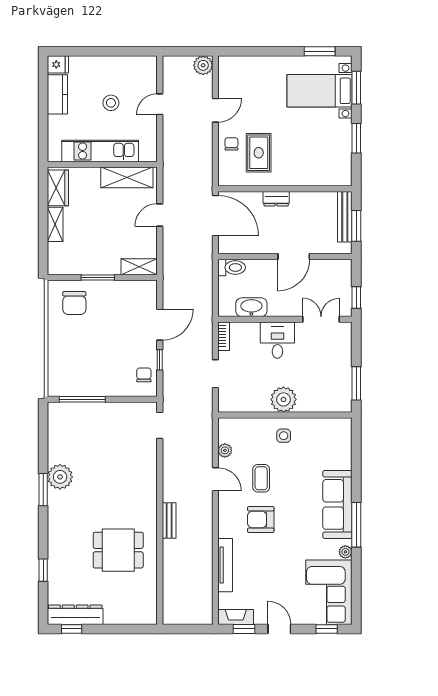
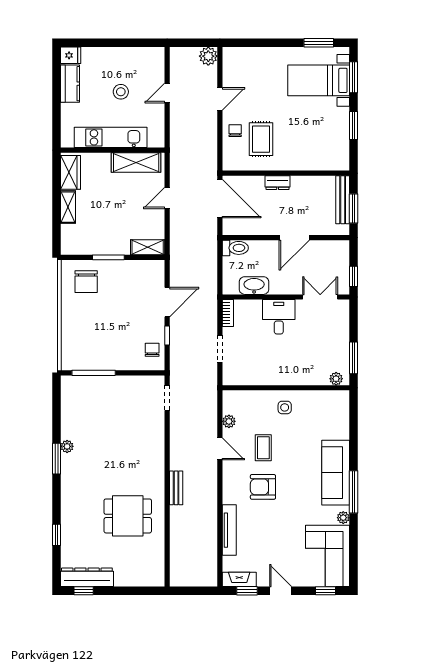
plant: (283, 399) -> (336, 379), moved, width x0.53, depth x0.53
plant: (60, 477) -> (67, 446), width x0.53, depth x0.53

